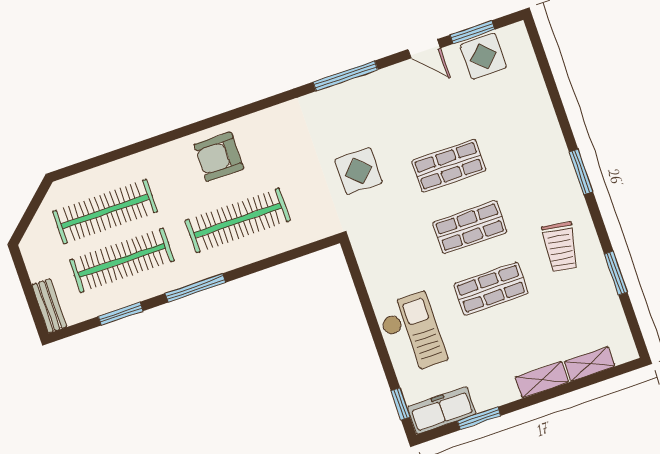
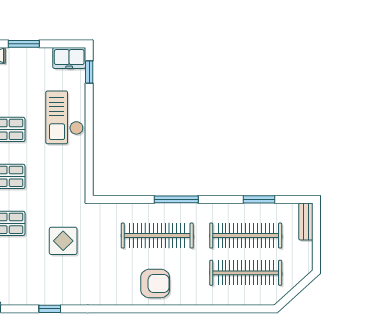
window: (345, 76) -> (50, 309), width x0.46
window: (195, 288) -> (176, 199), moved
freezer: (442, 410) -> (69, 58), width x0.71
window: (479, 418) -> (24, 44), moved

